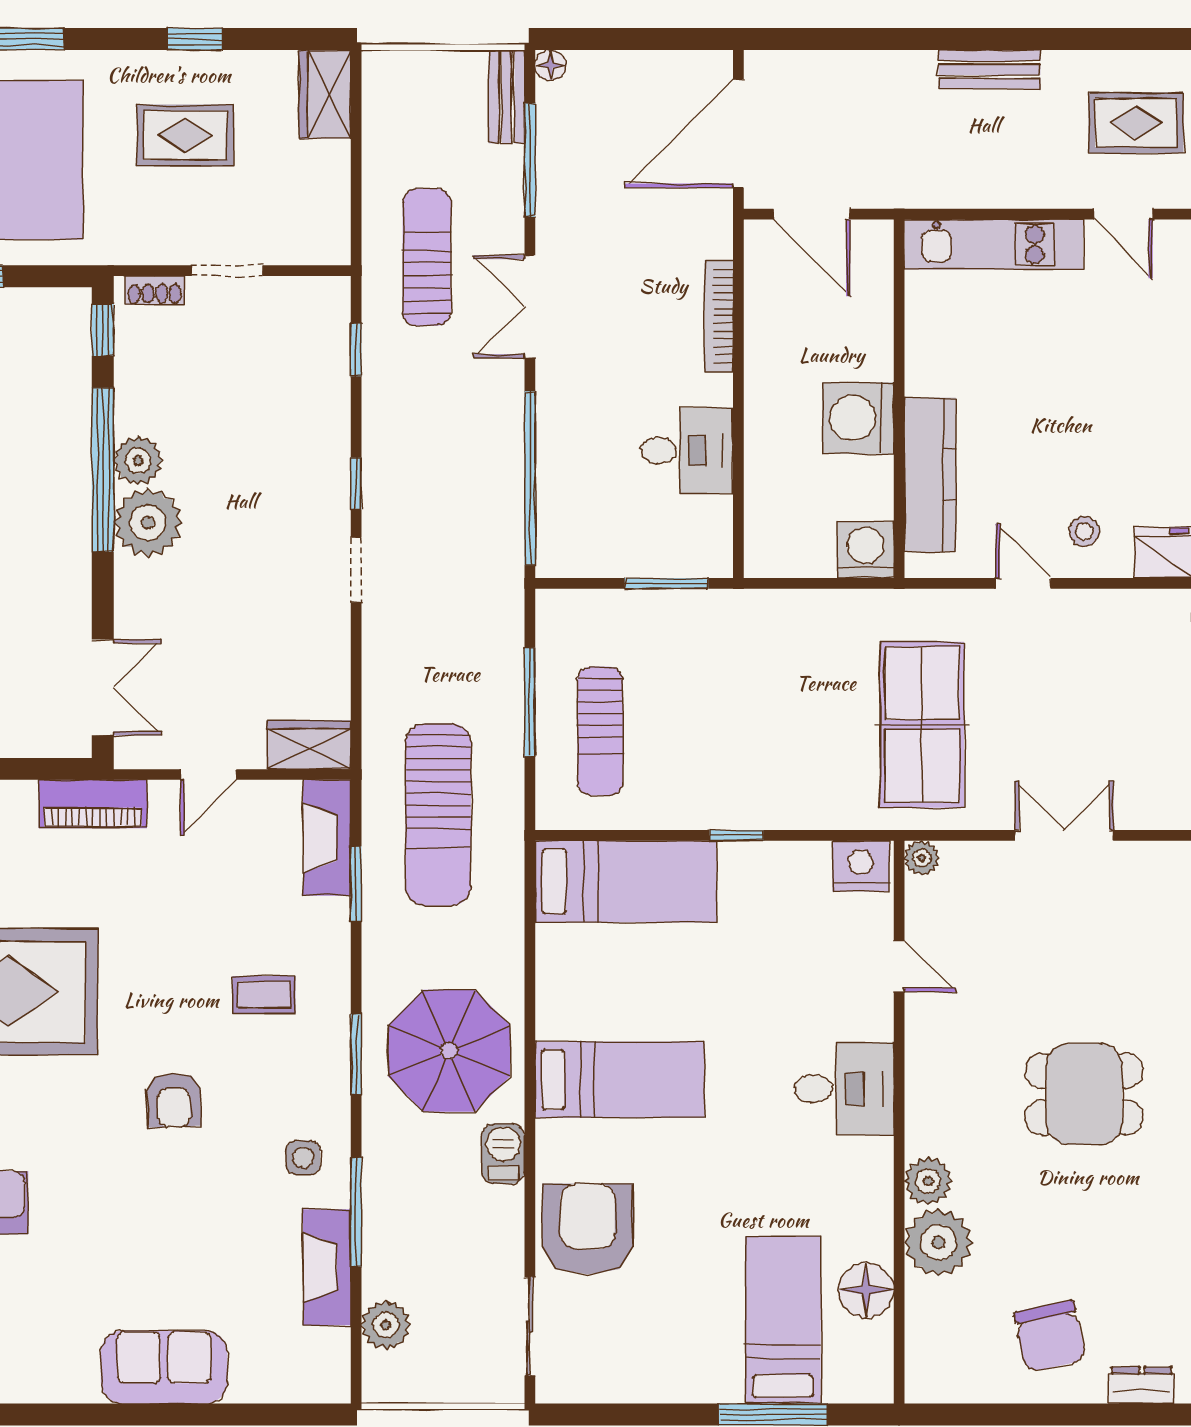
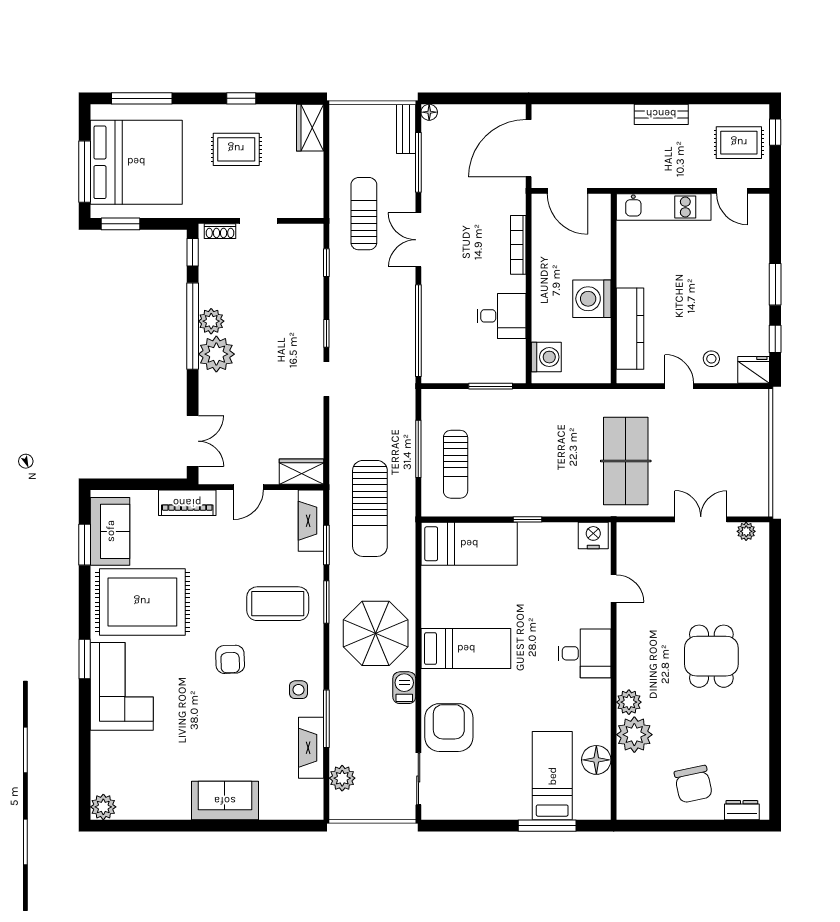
washing machine: (866, 550) -> (546, 357), moved, turned 90
plant: (922, 858) -> (746, 531), moved
coffee table: (264, 995) -> (278, 604), width x1.86, depth x1.72
window: (356, 1054) -> (326, 602), moved
dining table: (1084, 1094) -> (711, 656), turned 90

